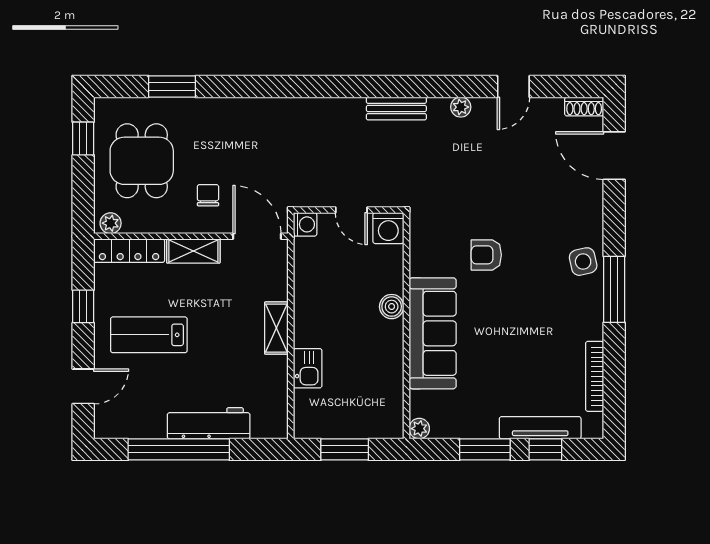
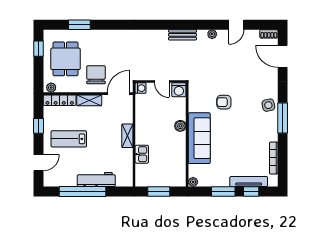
chair: (208, 195) -> (96, 75), width x1.87, depth x1.87
door: (257, 236) -> (118, 94), hinge flipped

